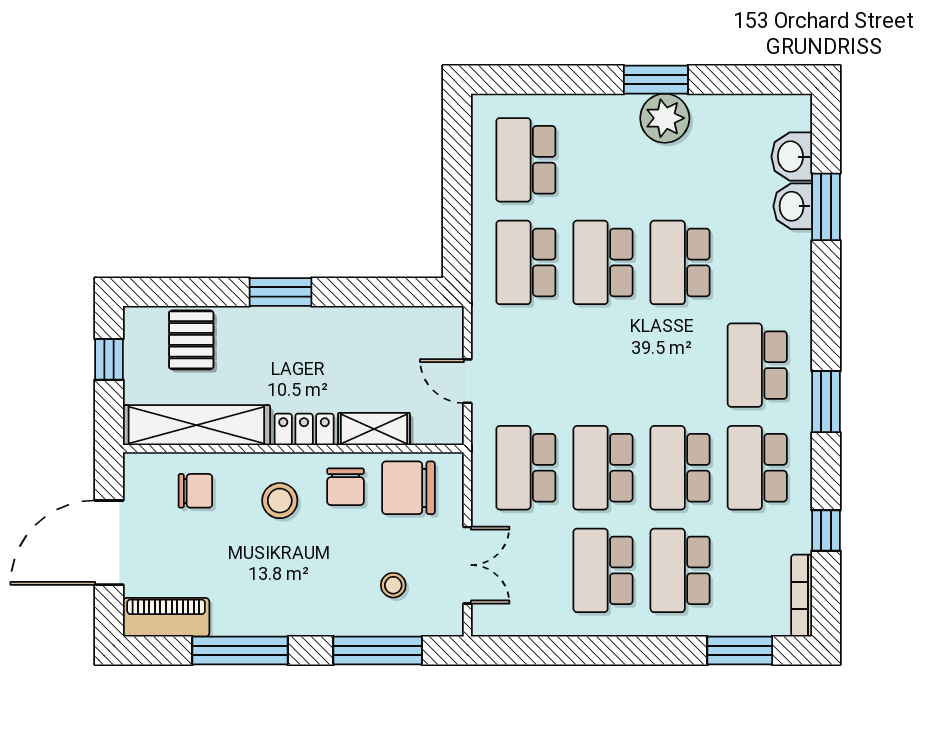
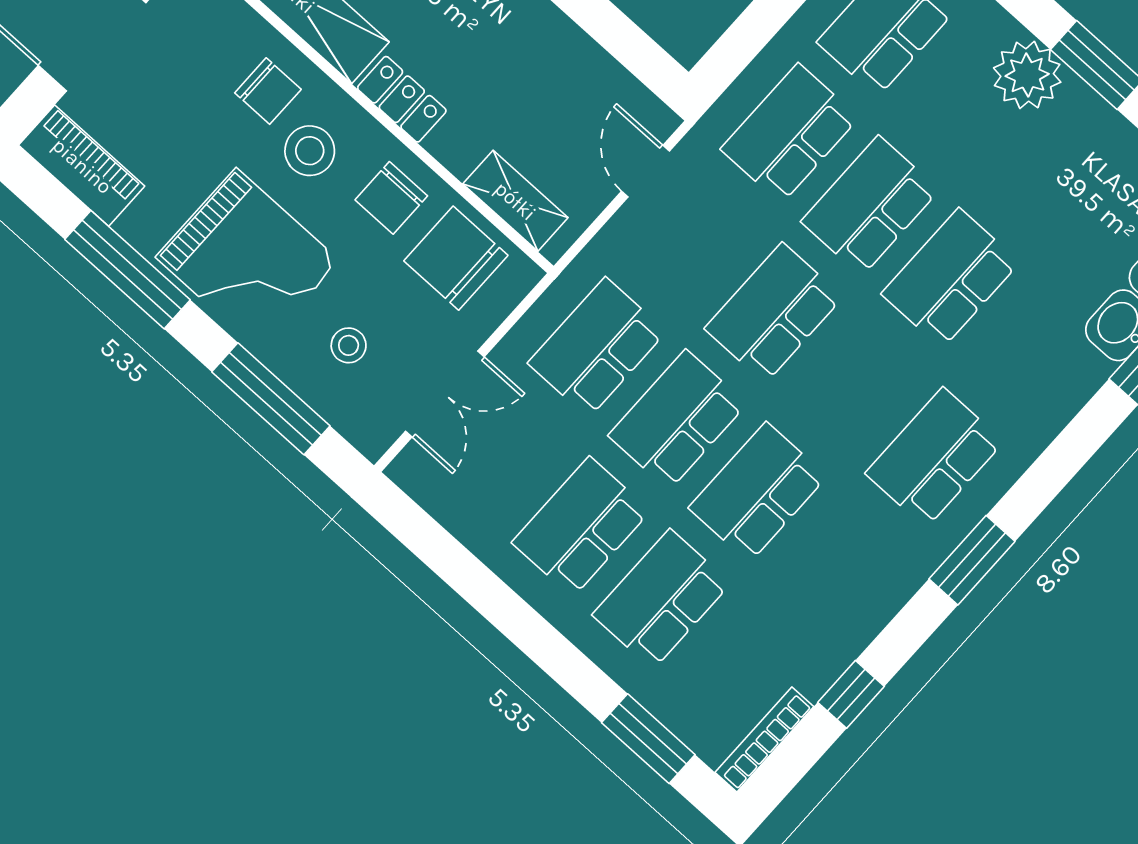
plant: (665, 118) -> (1027, 75), moved
door: (467, 381) -> (645, 171), moved
shelving: (374, 429) -> (515, 201), moved
school desk: (757, 468) -> (774, 313), moved
chair: (195, 491) -> (268, 91), moved
grand piano: (299, 588) -> (248, 259), added

